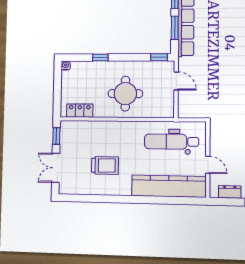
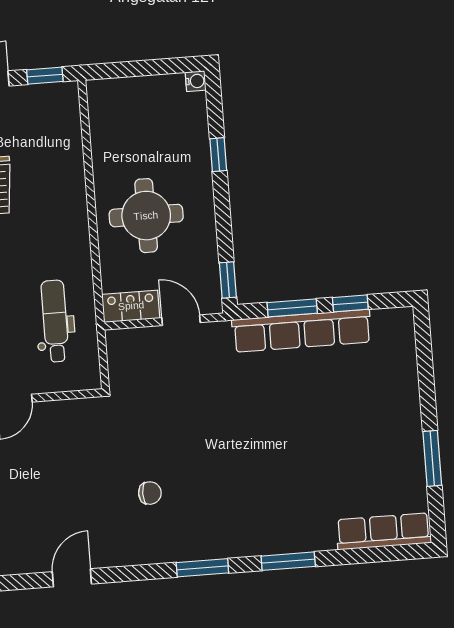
door: (176, 81) -> (181, 320), swing flipped
locker: (80, 111) -> (131, 306), moved, turned -90
dental chair: (171, 142) -> (55, 321), width x0.73, depth x0.72

